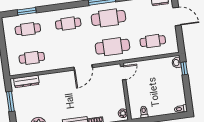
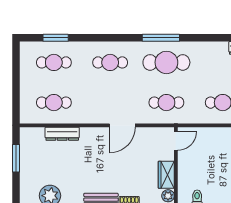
cafe table: (112, 47) -> (166, 103), width x0.73, depth x0.74
dresser: (26, 81) -> (62, 134), moved
wardrobe: (120, 98) -> (166, 175), added

